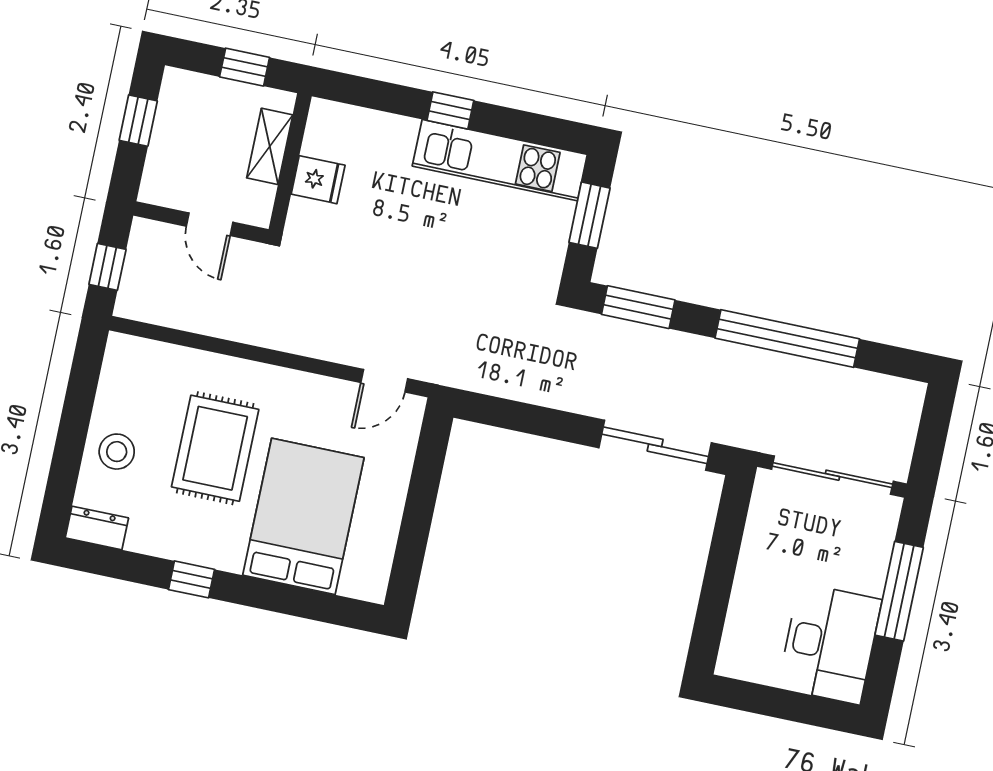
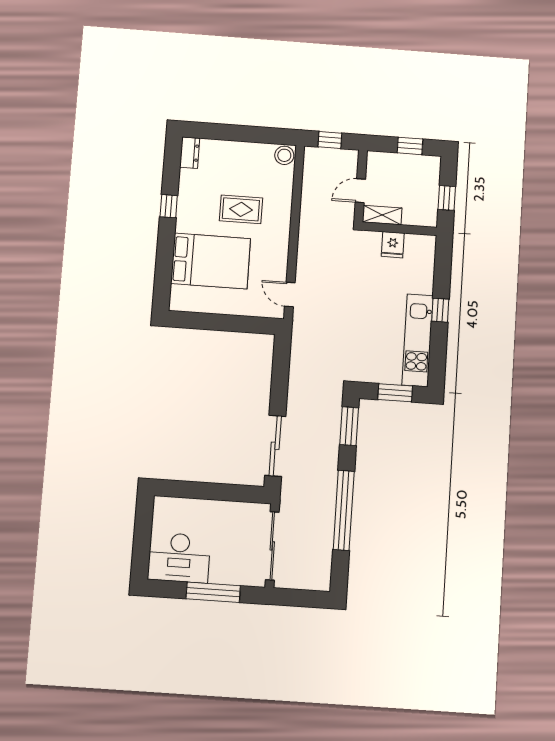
shelving: (270, 146) -> (382, 215), moved
rug: (215, 448) -> (241, 209), width x0.73, depth x0.70
stool: (117, 452) -> (284, 155), moved

